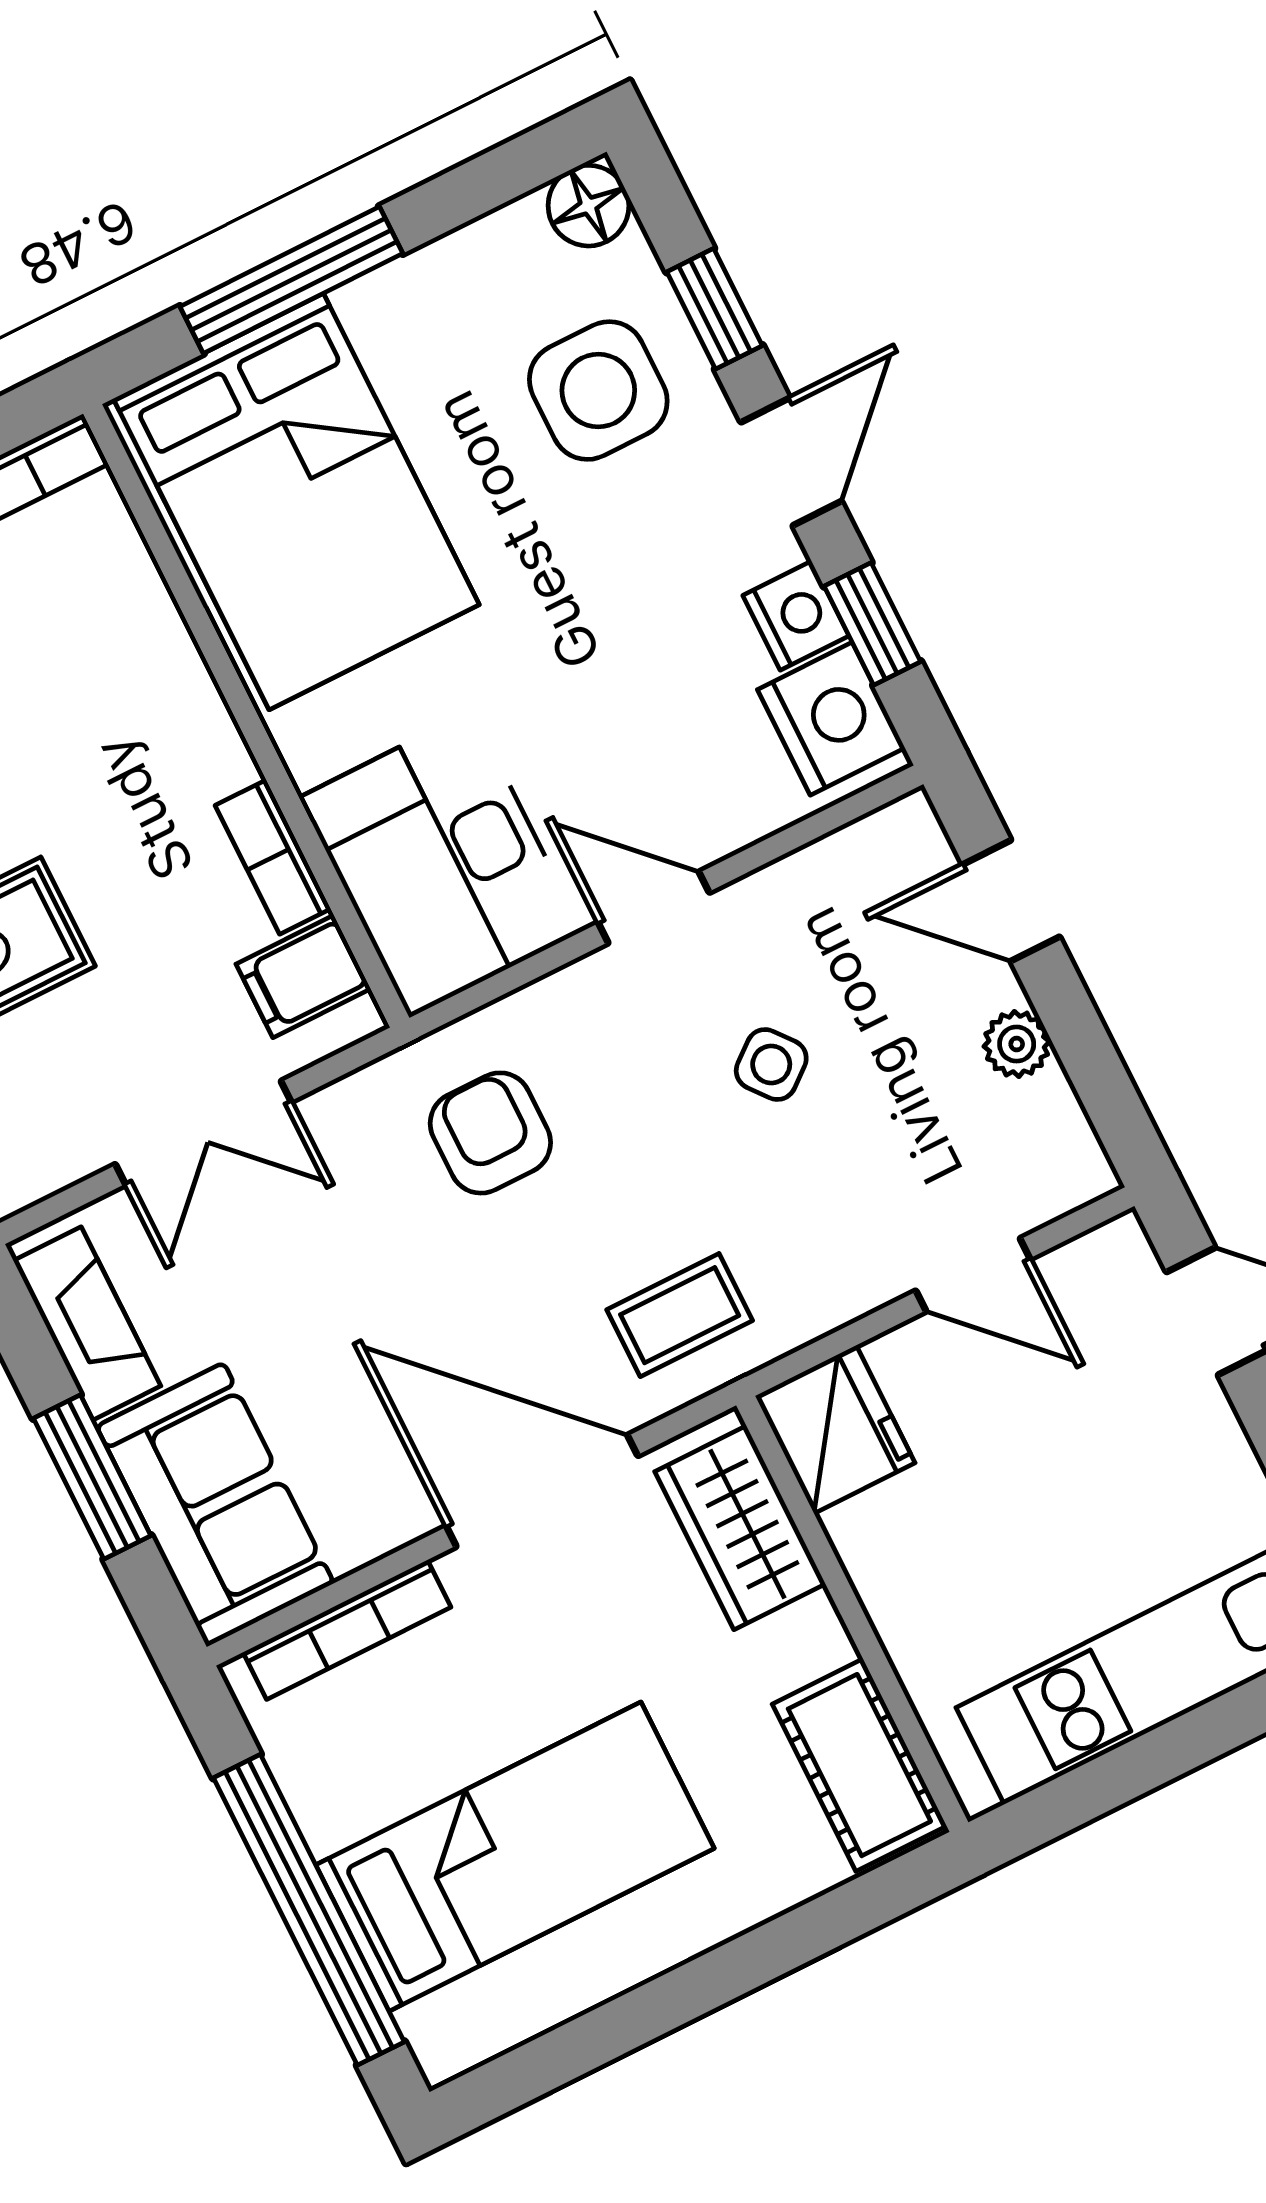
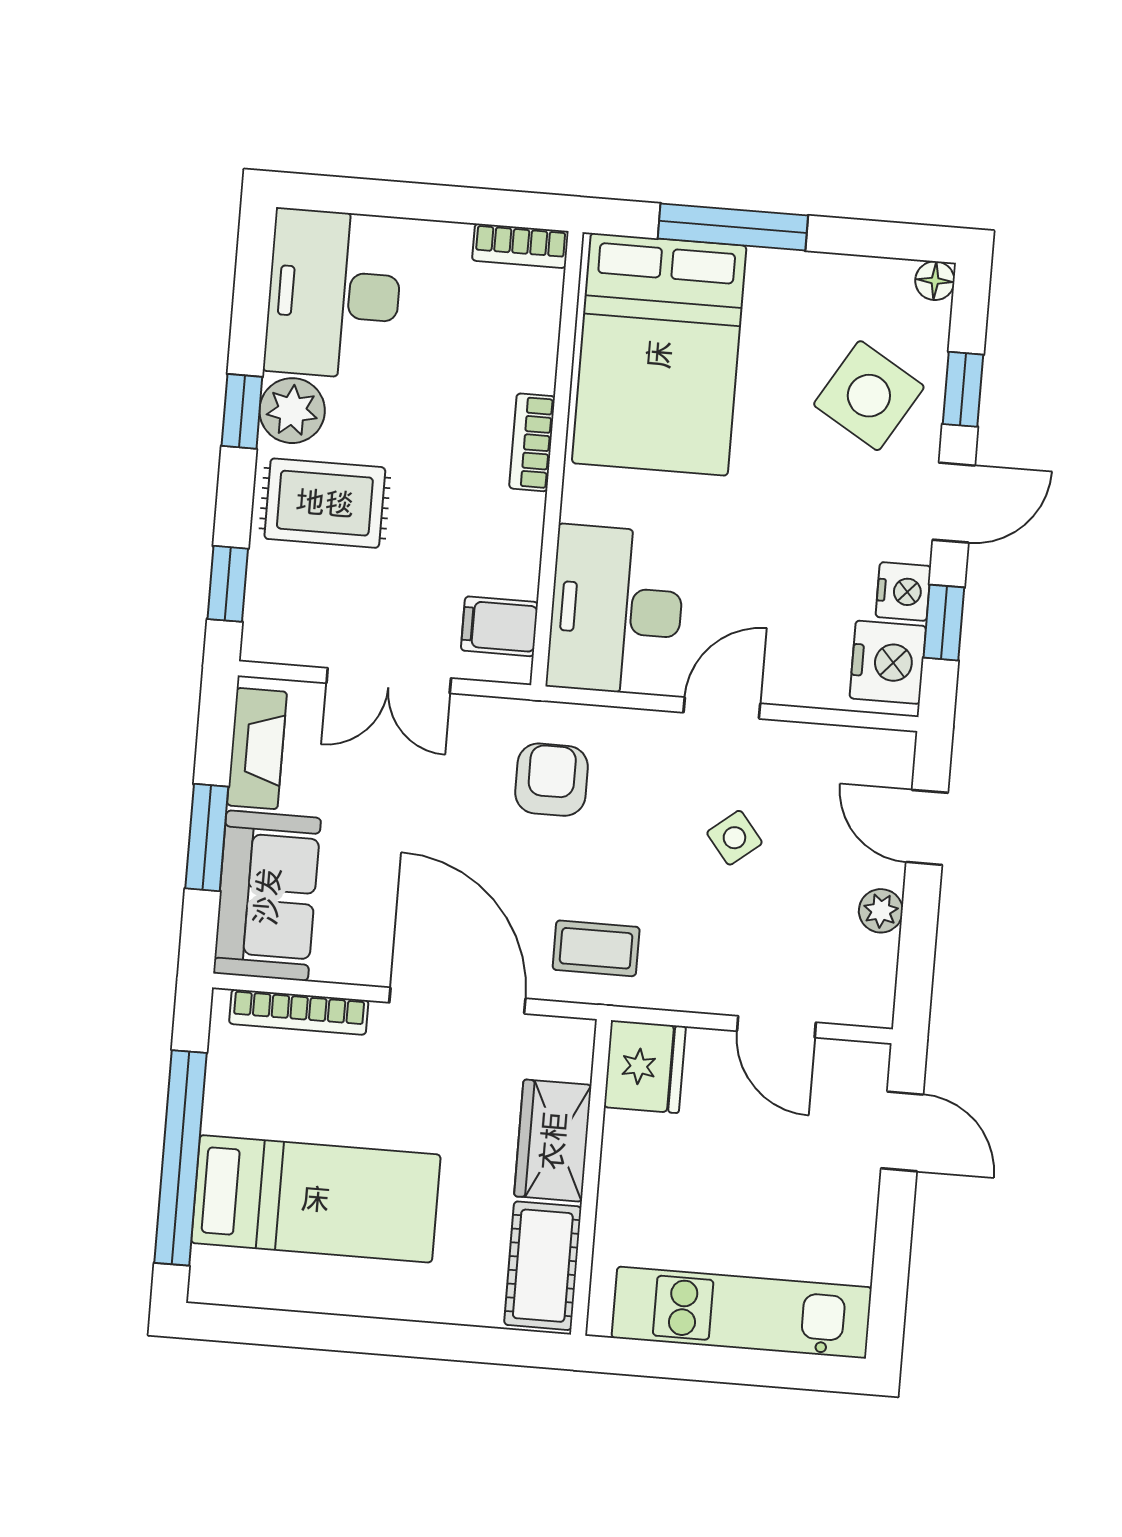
floor lamp: (588, 206) -> (935, 281), width x0.73, depth x0.73
side table: (598, 391) -> (869, 396), turned 31
bookcase: (273, 857) -> (532, 442), moved
door: (654, 907) -> (722, 708), hinge flipped
wardrobe: (740, 1528) -> (553, 1141), moved

